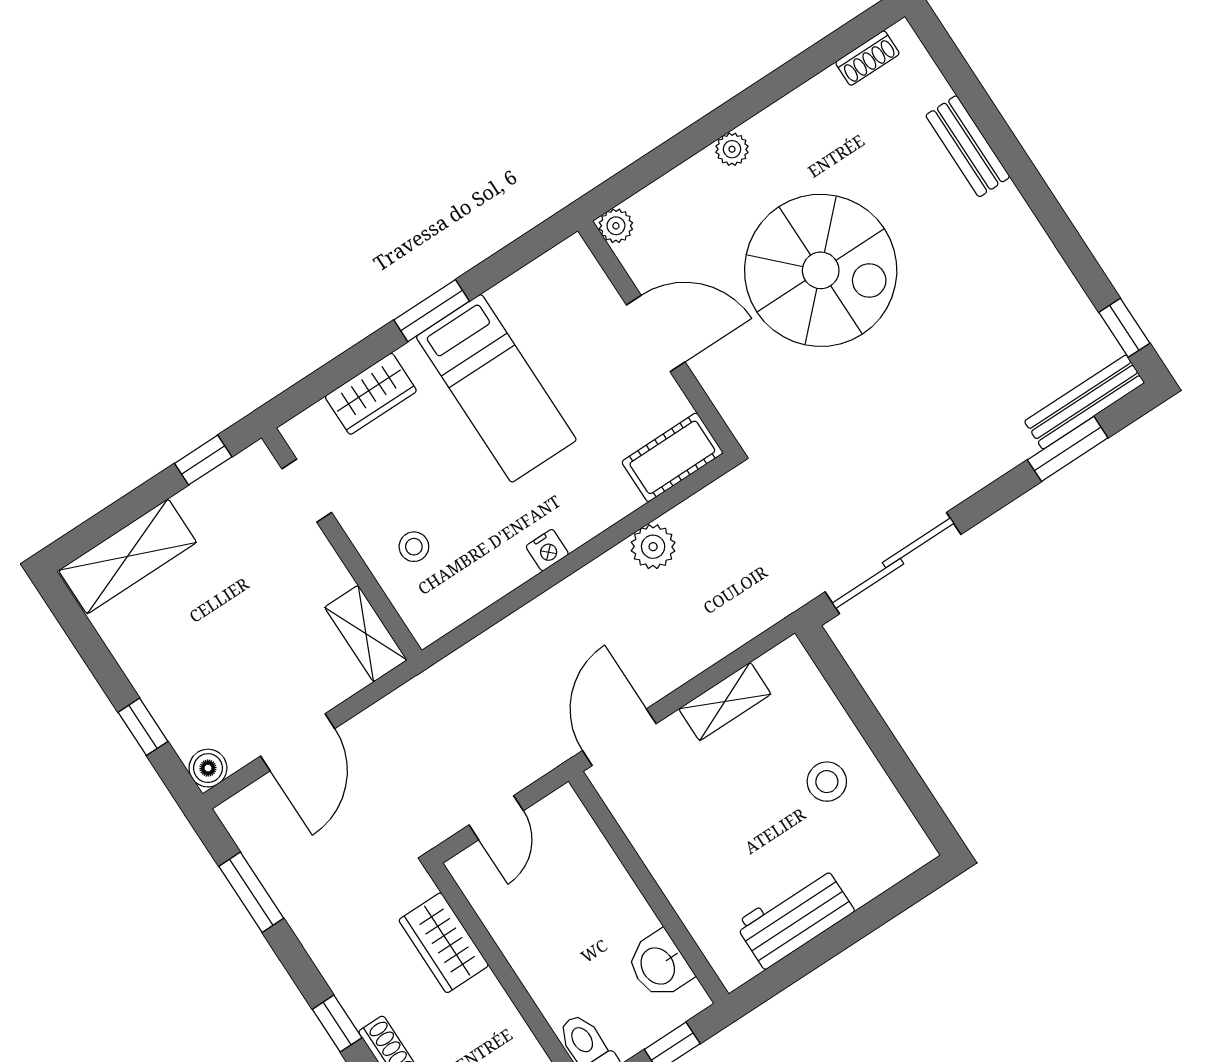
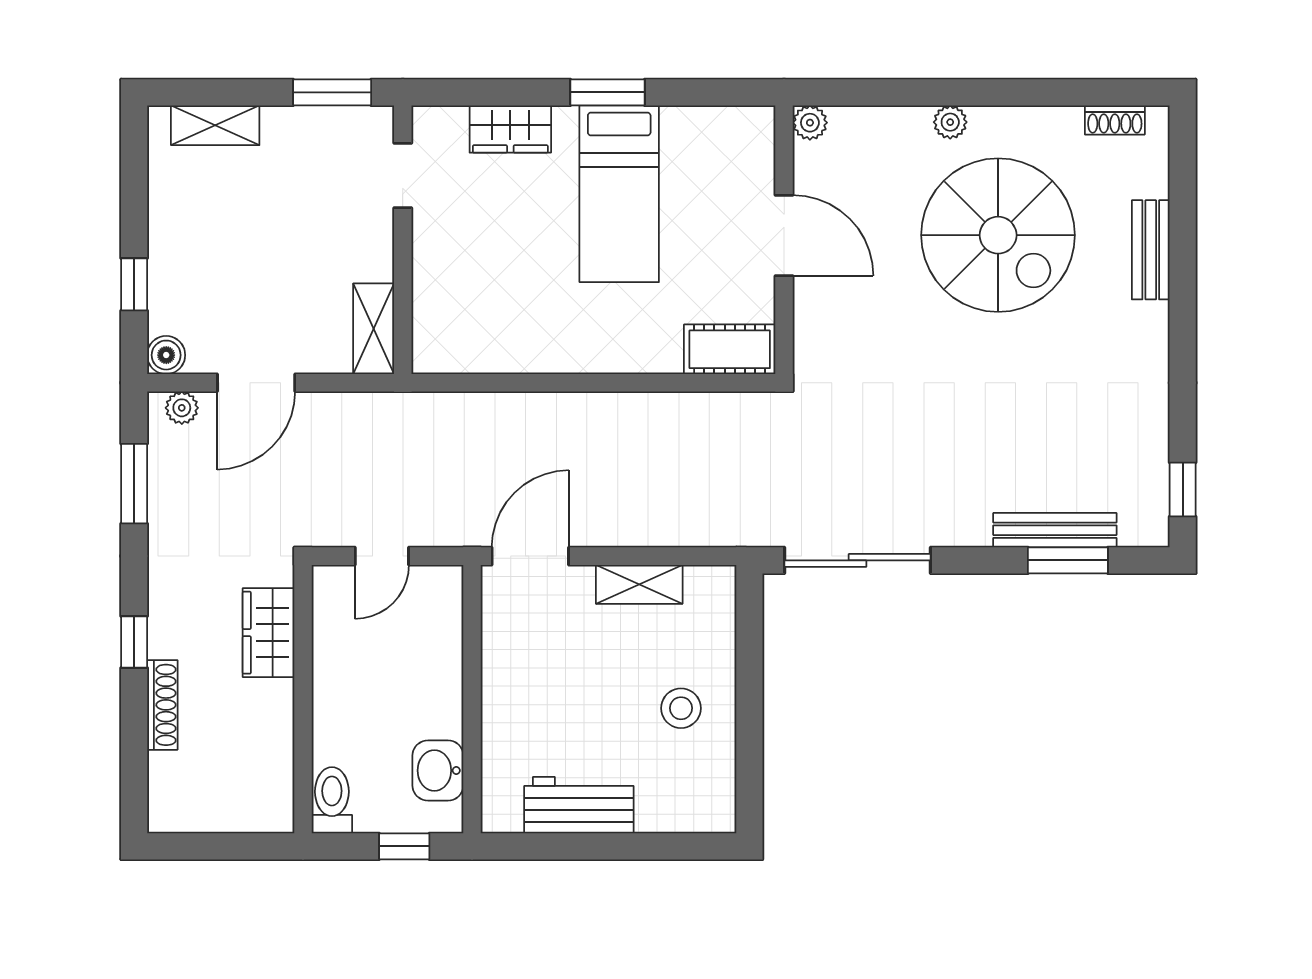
spiral stairs: (821, 270) -> (998, 235), moved
bench: (1084, 402) -> (1055, 530), moved
window: (203, 460) -> (332, 92), width x1.50
stool: (414, 547) -> (462, 282), removed
plant: (653, 547) -> (182, 408), moved, width x0.73, depth x0.73
nightstand: (547, 550) -> (573, 359), removed
shelving: (128, 556) -> (215, 125), width x0.67, depth x0.75

